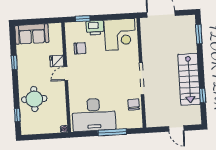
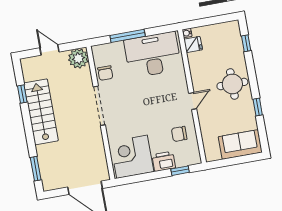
fridge: (57, 61) -> (193, 45), moved
round table: (34, 99) -> (232, 84), moved
plant: (154, 119) -> (78, 58), added

